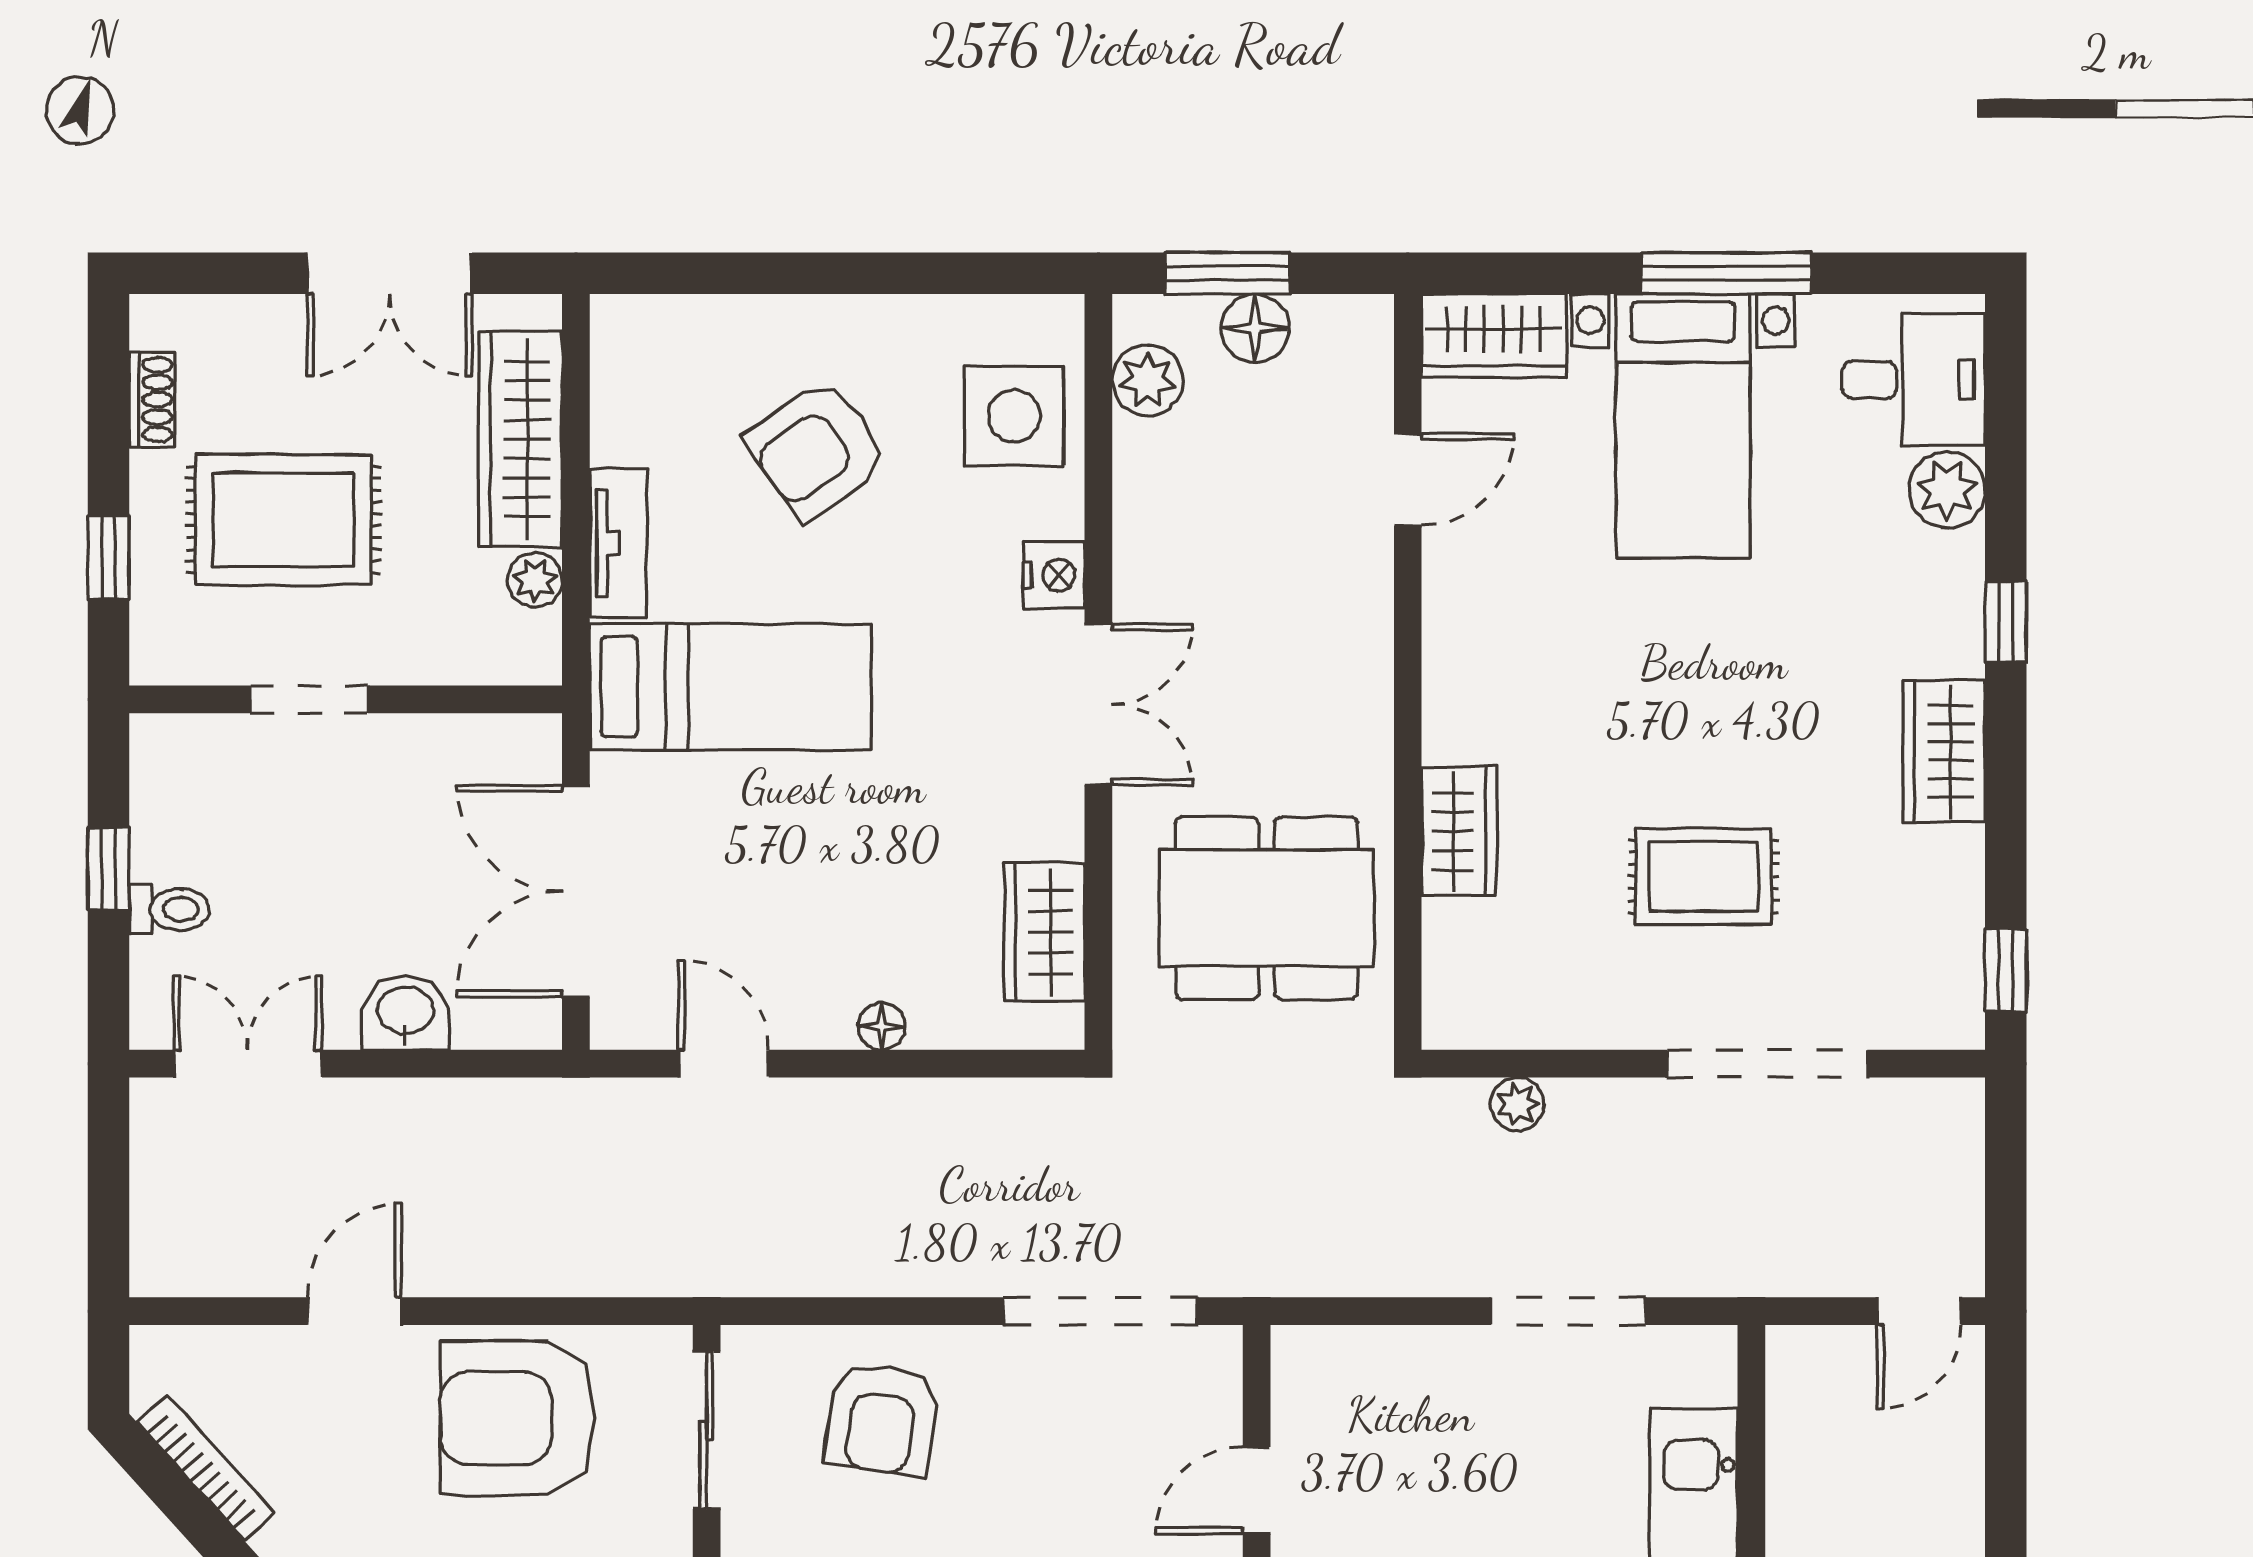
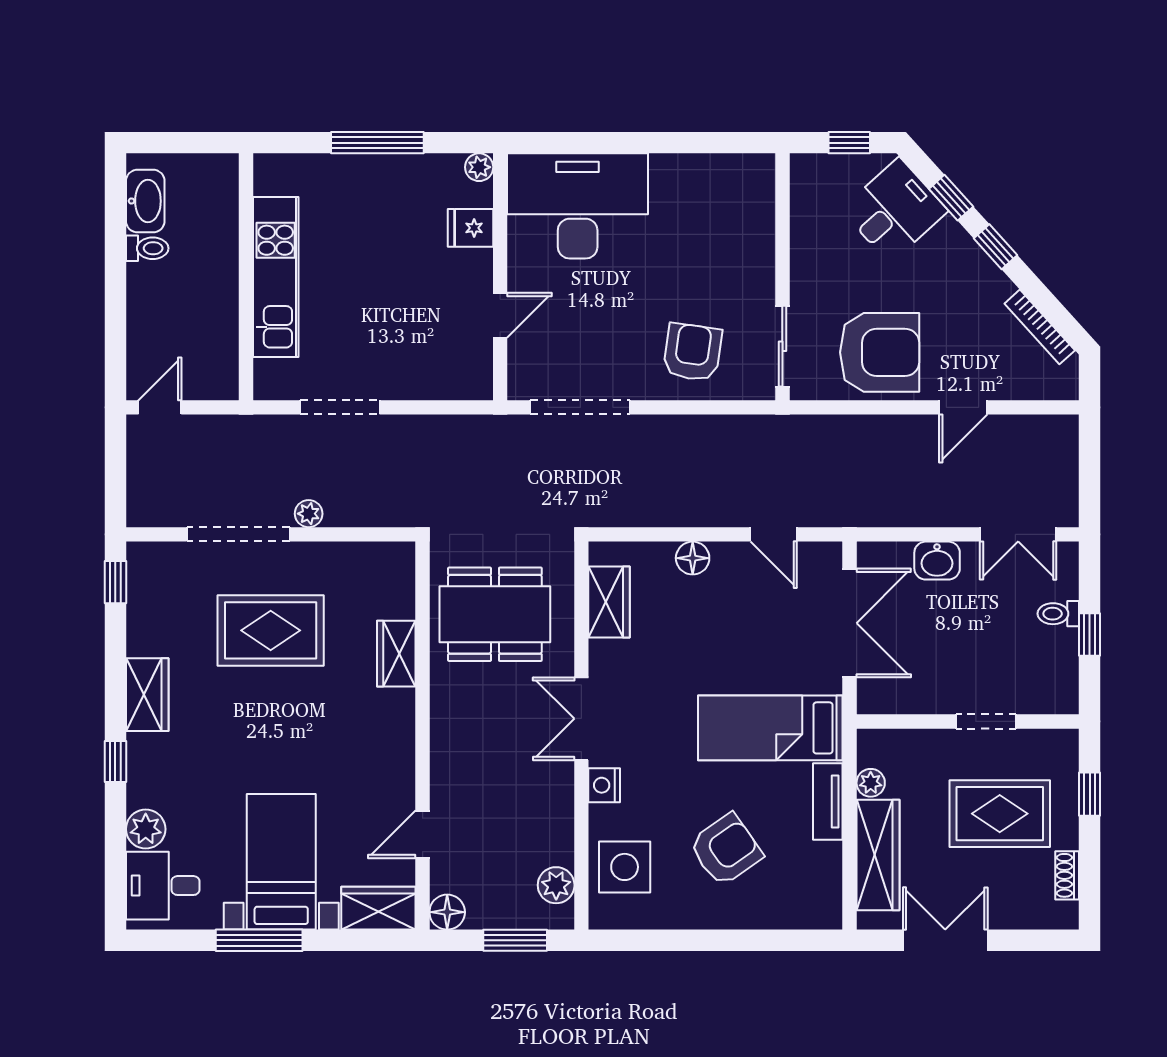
floor lamp: (1255, 328) -> (447, 912), moved
rug: (1704, 877) -> (271, 630), width x1.36, depth x1.43
floor lamp: (882, 1026) -> (693, 558), width x1.37, depth x1.37
plant: (1517, 1104) -> (309, 514), moved

